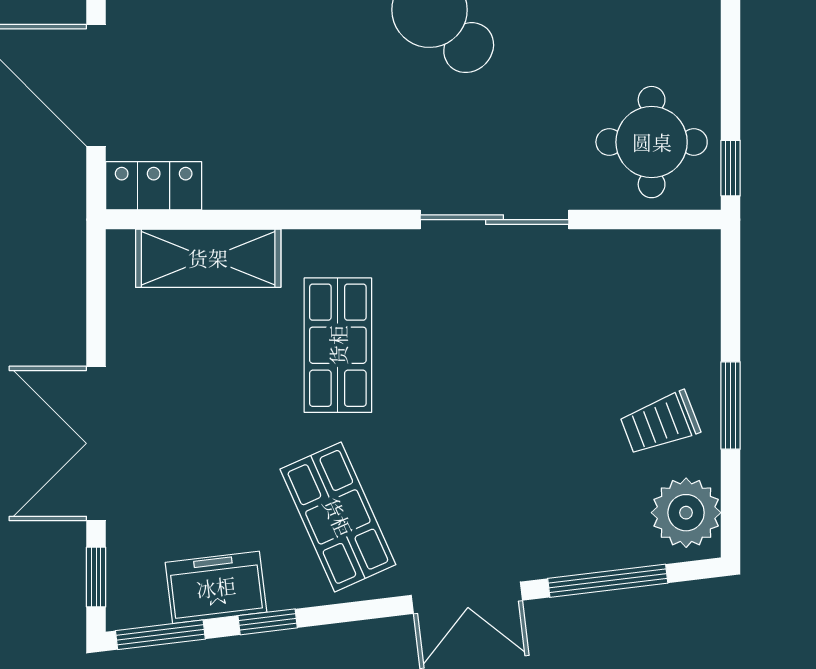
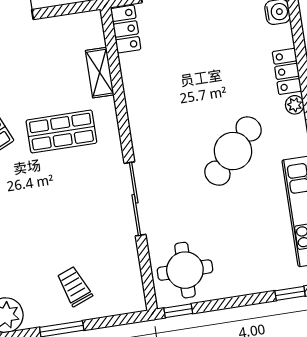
shelving: (208, 258) -> (100, 73), width x0.67, depth x0.75
trolley: (660, 423) -> (74, 286), moved

